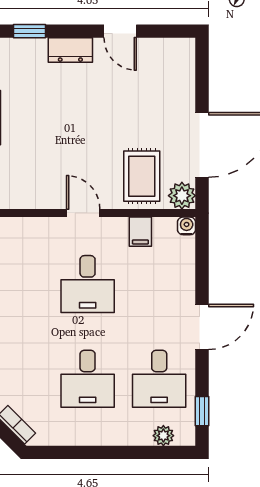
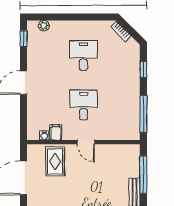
plant: (182, 196) -> (34, 151), removed
water cooler: (187, 226) -> (44, 135), moved
desk: (159, 379) -> (46, 55), removed

